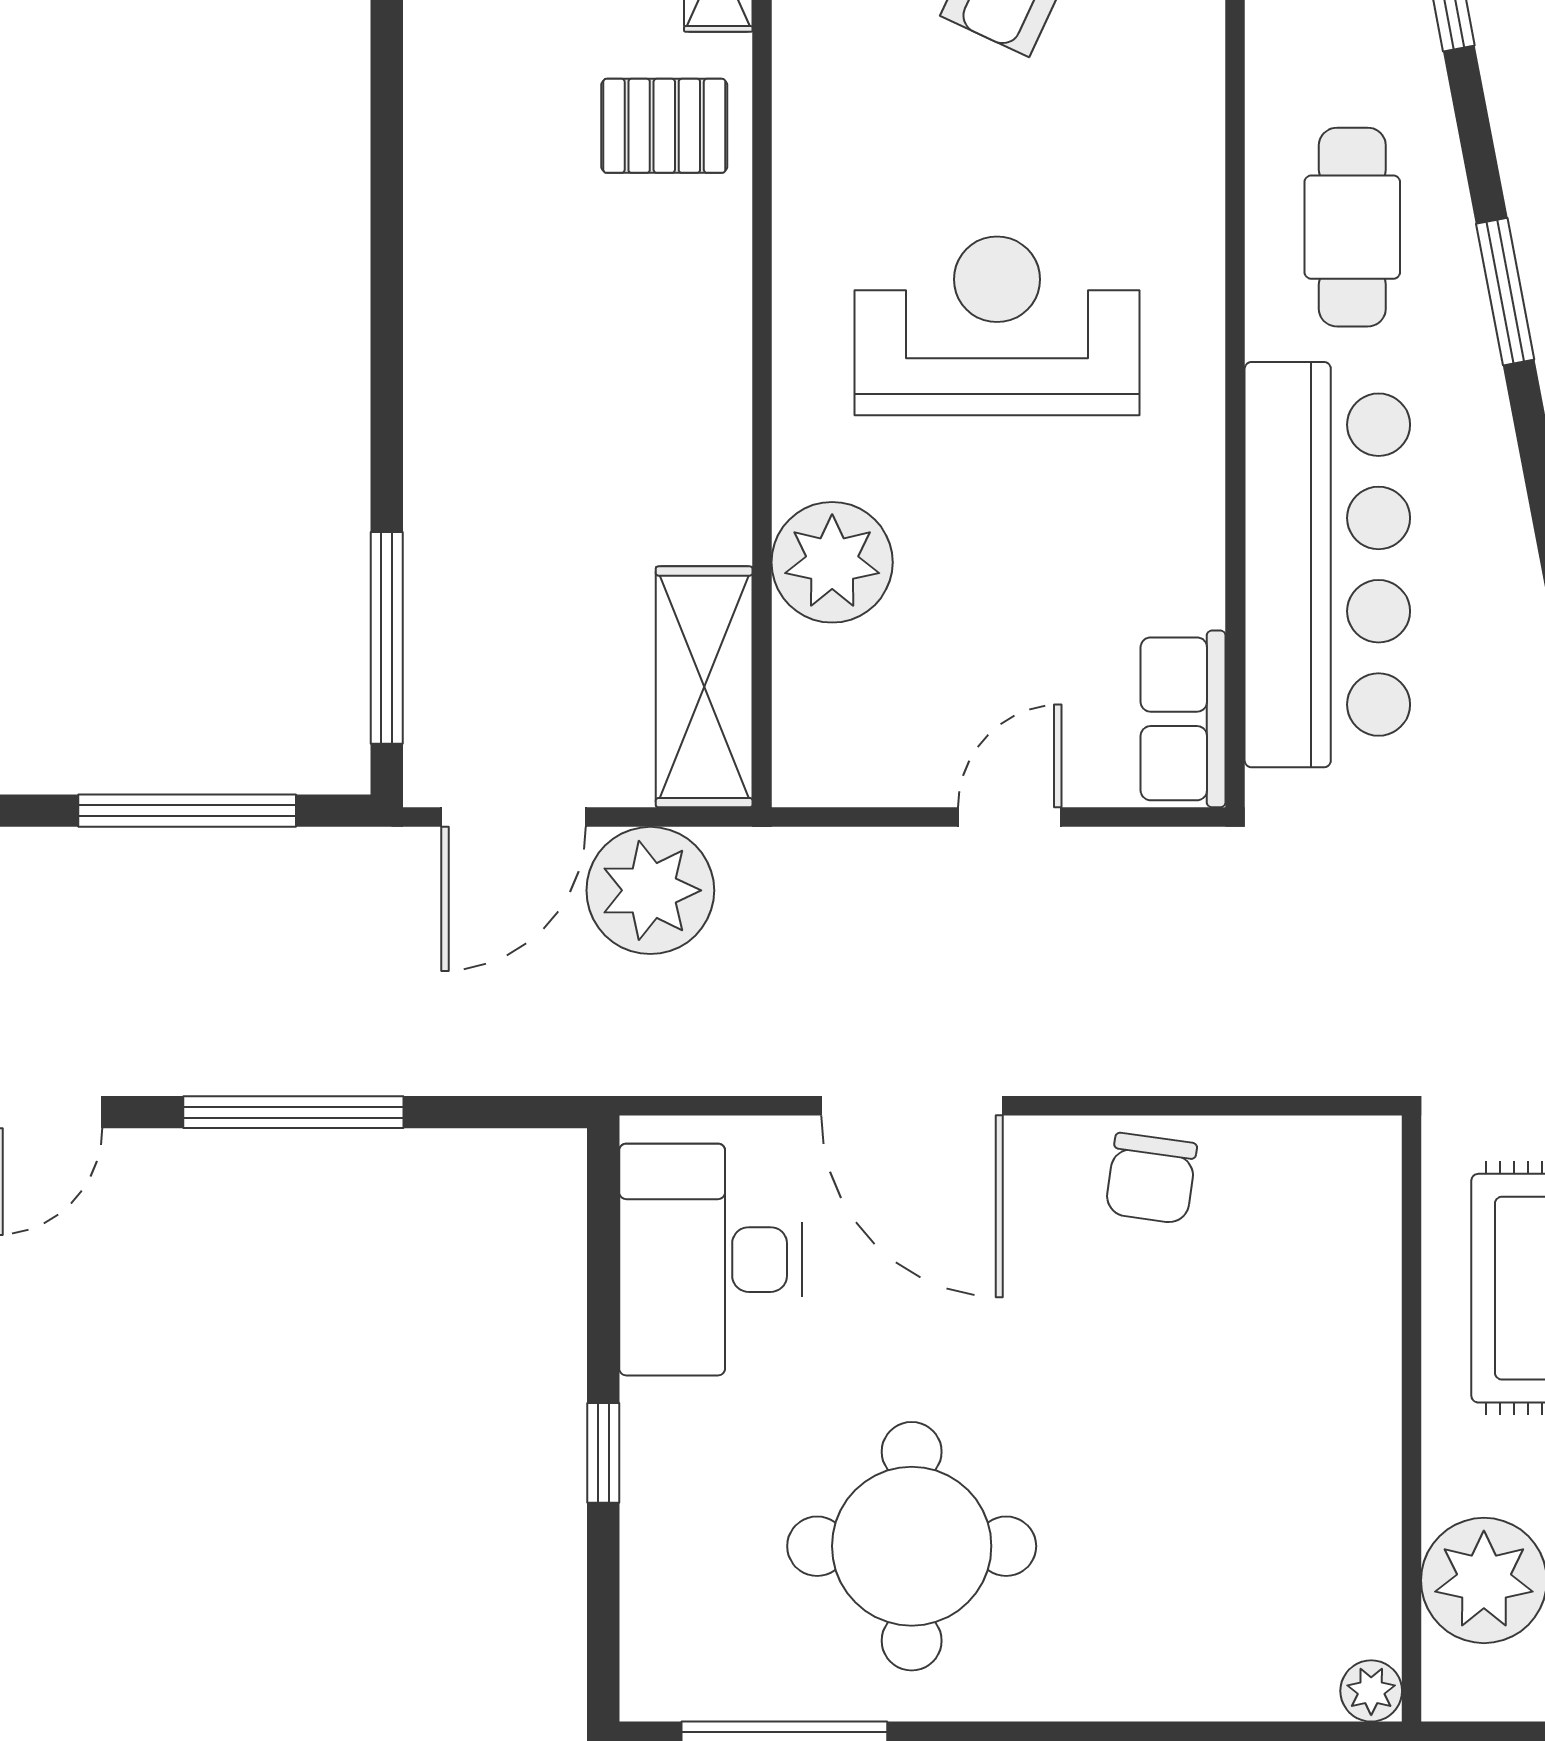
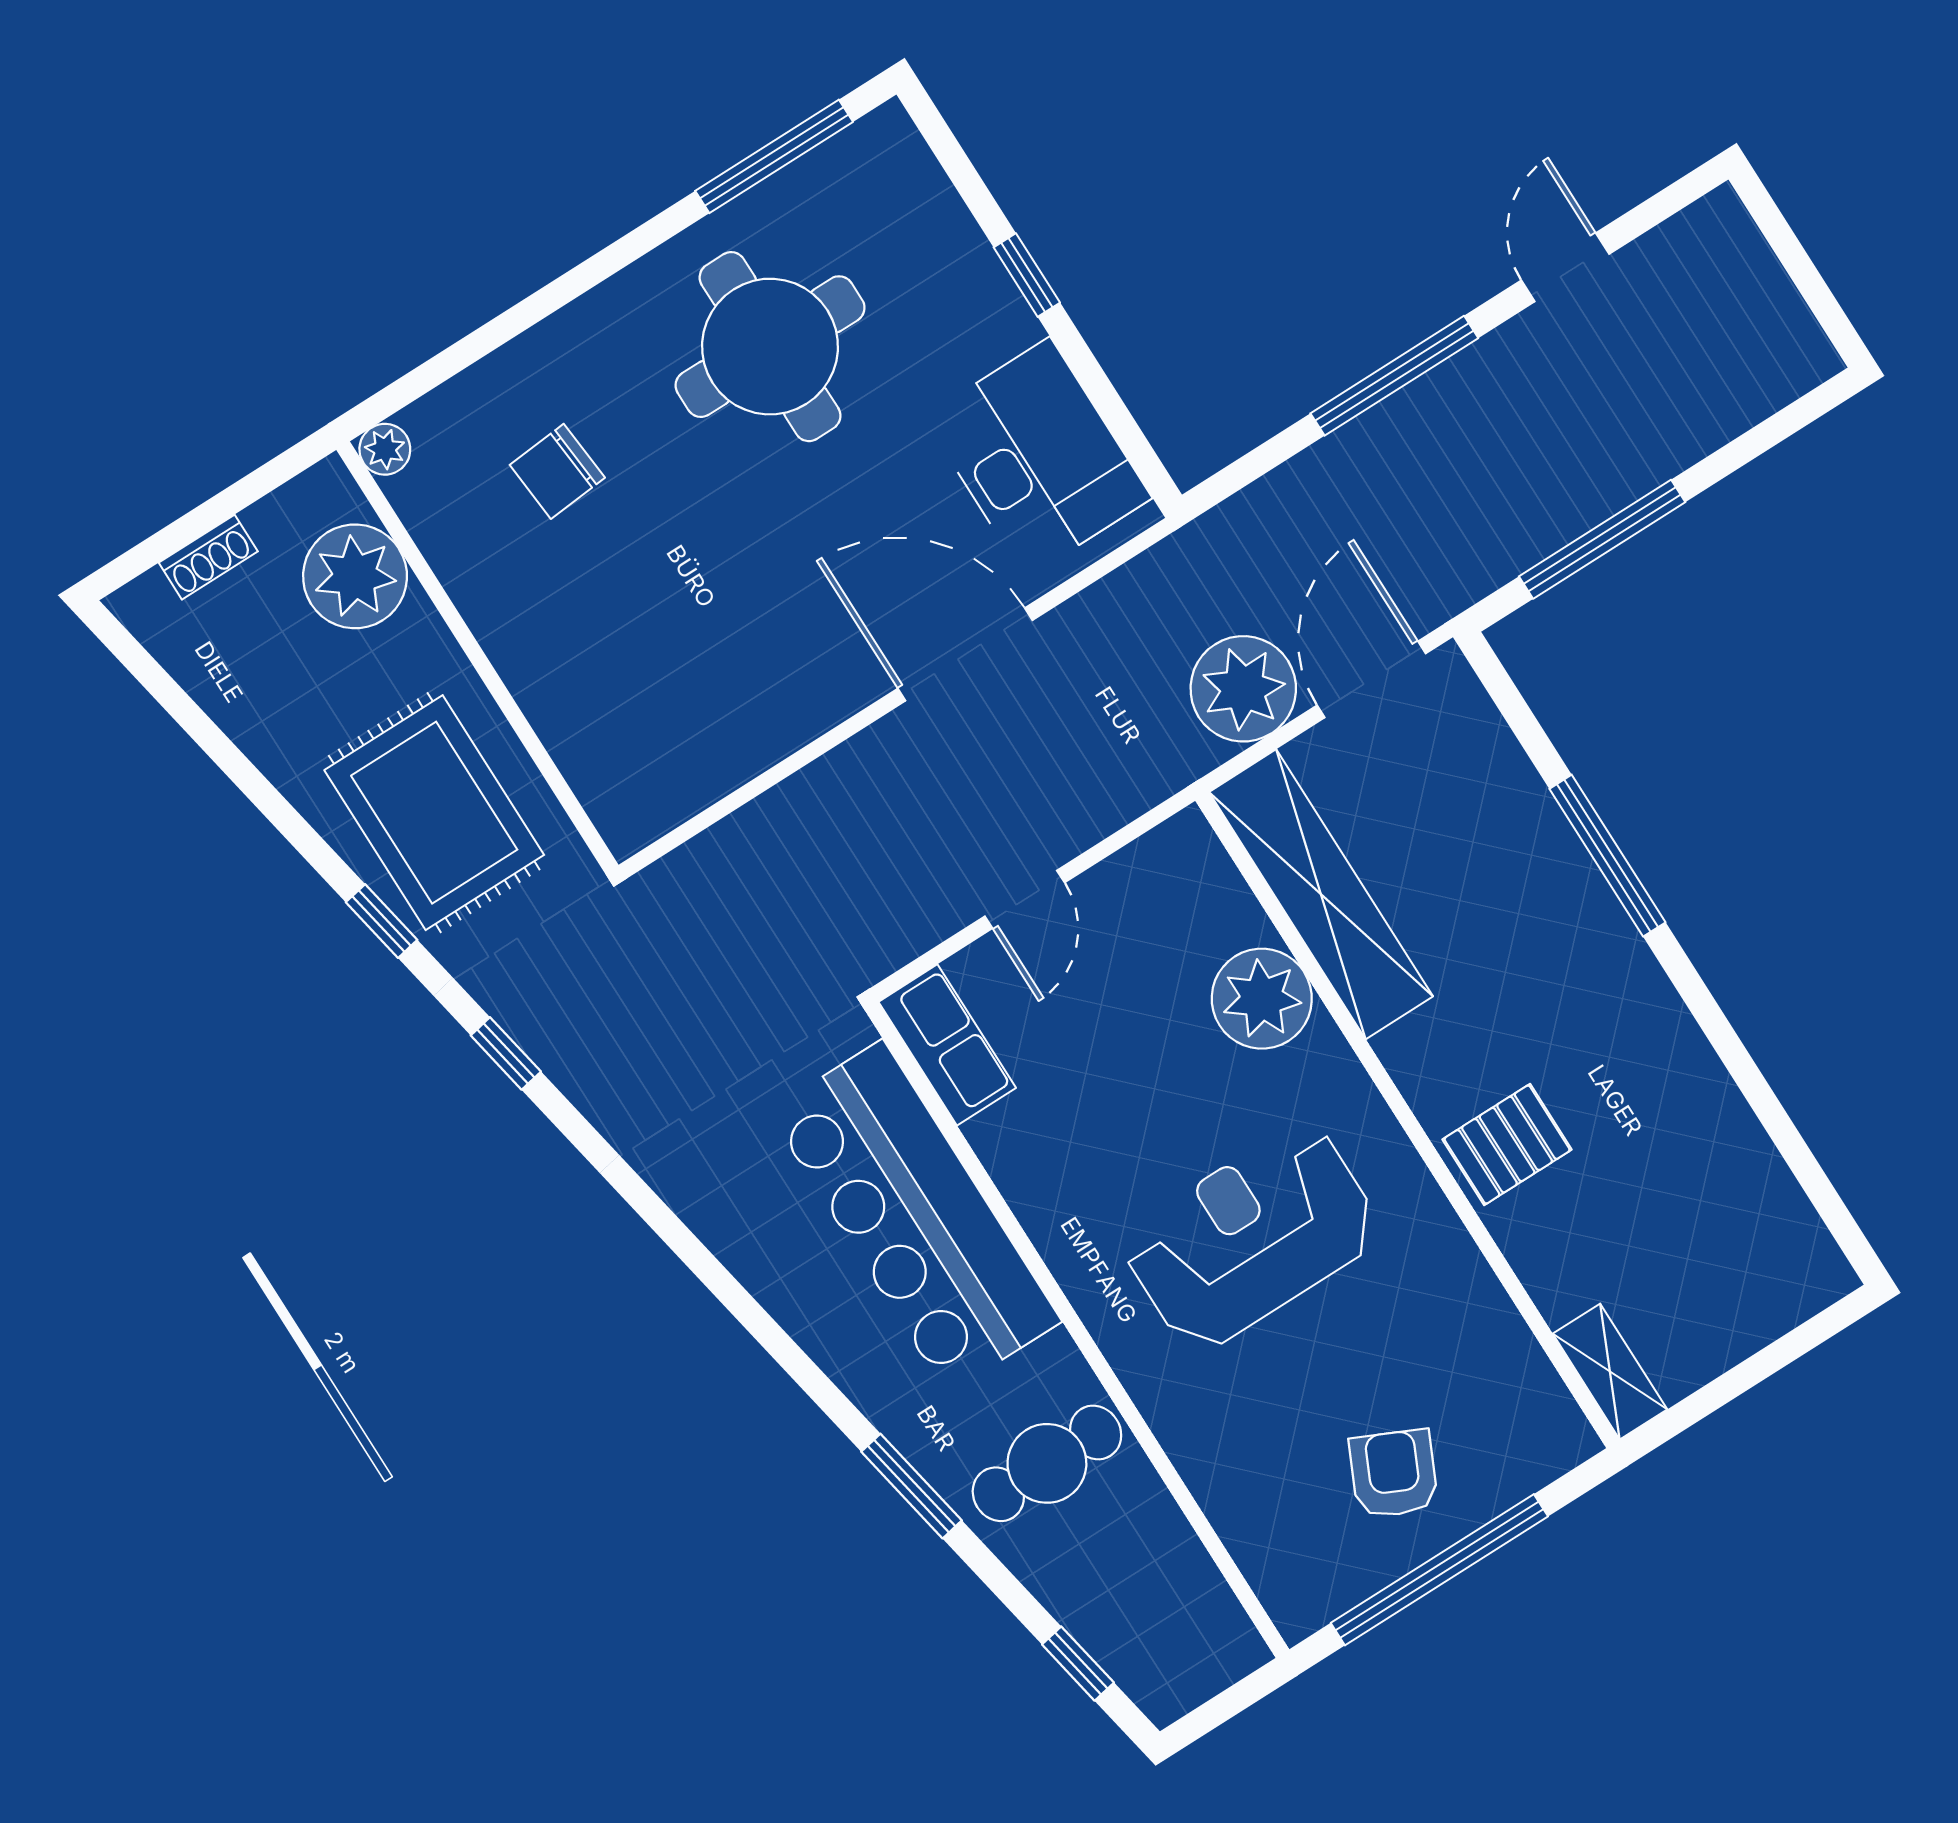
pallet: (664, 126) -> (1507, 1145), moved
cafe table: (1352, 227) -> (1047, 1463), turned 90
reception desk: (997, 326) -> (1251, 1237), turned 180
window: (387, 638) -> (1607, 856), moved
shelving: (704, 687) -> (1321, 894), width x1.47
chair: (1151, 1178) -> (557, 471), moved, turned -103

